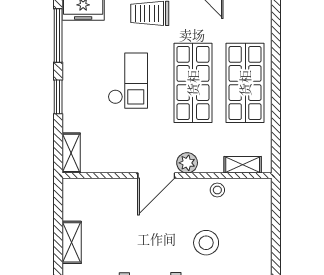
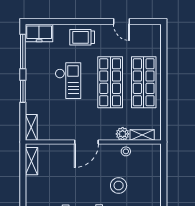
plant: (187, 163) -> (123, 134), moved
shelving: (72, 242) -> (32, 161), moved

